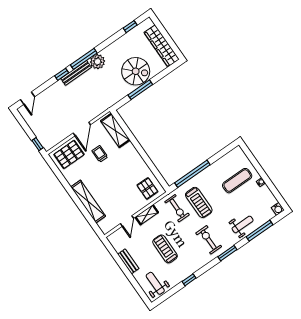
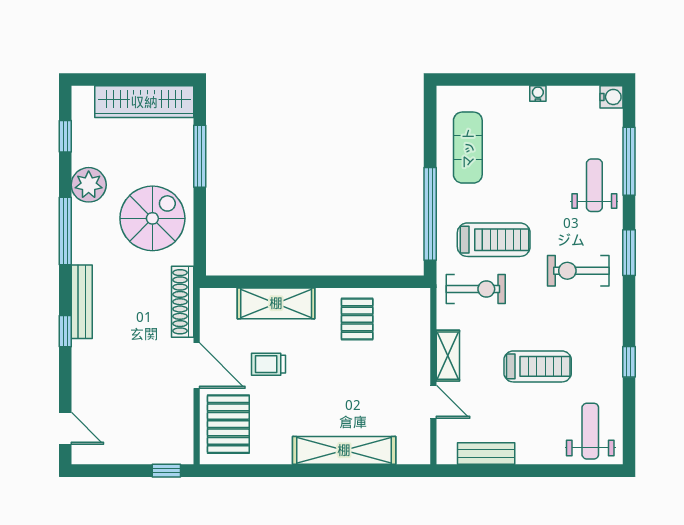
window: (84, 59) -> (65, 231), moved
plant: (98, 62) -> (89, 185), moved
spiral stairs: (136, 71) -> (152, 218), moved
window: (140, 90) -> (200, 156), moved
shoe rack: (101, 108) -> (183, 302), added
shelving: (115, 130) -> (276, 303), moved
exercise mat: (237, 181) -> (468, 148), moved
pallet: (147, 188) -> (357, 319), moved, turned 90
treadmill: (165, 249) -> (538, 366), turned 180
bench: (128, 261) -> (486, 454), moved
weight bench: (155, 283) -> (590, 431), turned 90

